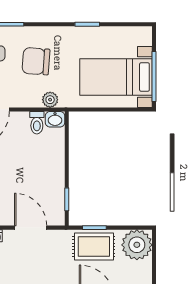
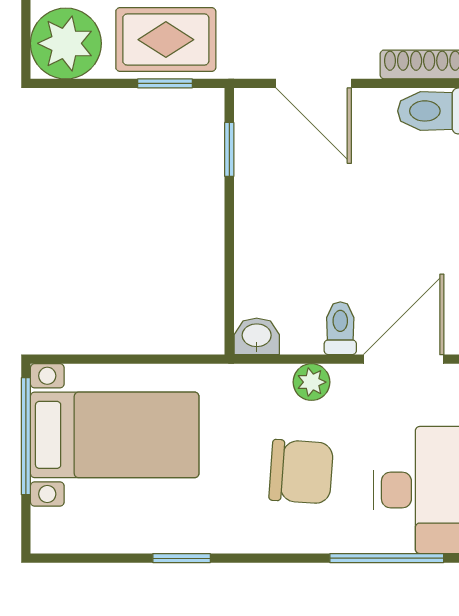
plant: (50, 100) -> (311, 382), moved
toilet: (37, 123) -> (340, 328), moved

